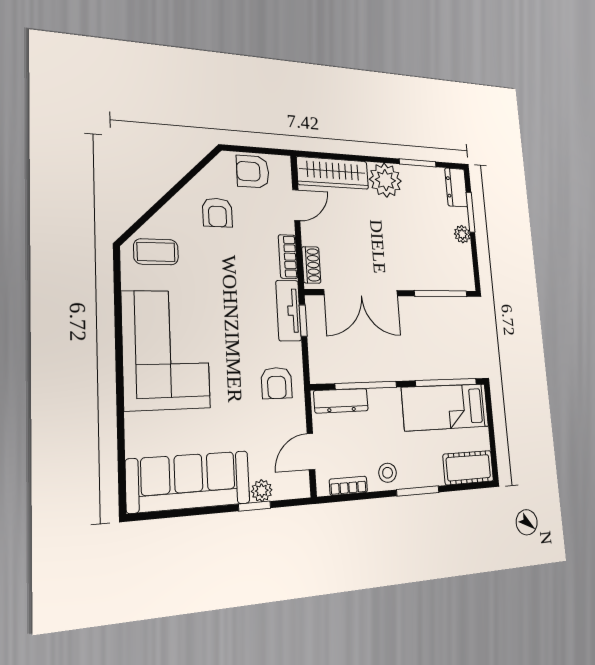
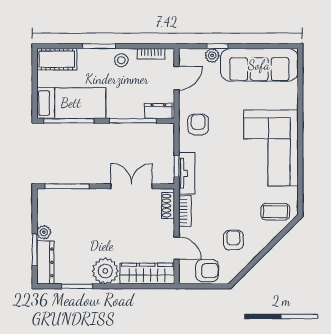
dresser: (456, 187) -> (45, 262), width x1.44
door: (296, 205) -> (177, 248), swing flipped
double door: (361, 293) -> (131, 186), width x0.73
dresser: (341, 401) -> (158, 111), width x0.70

